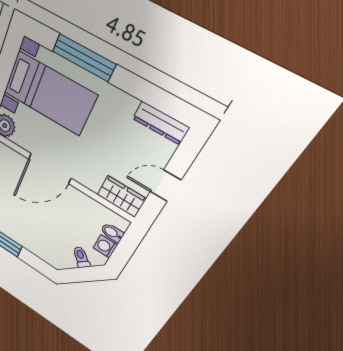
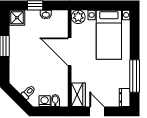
window: (84, 58) -> (135, 76), moved
dresser: (161, 123) -> (125, 97), width x0.70

